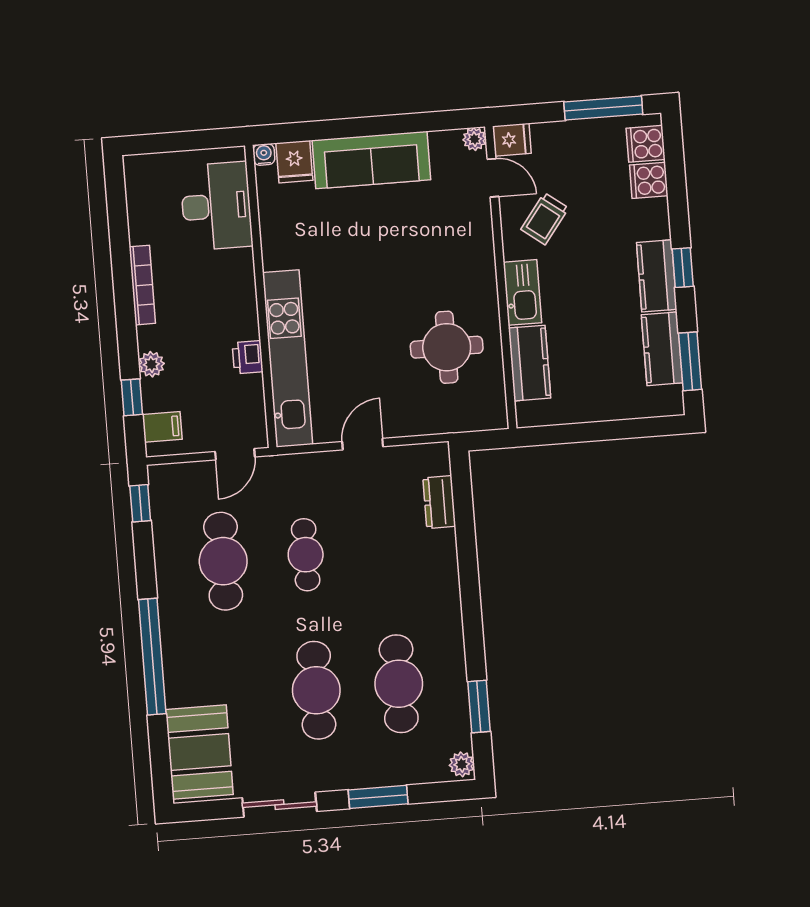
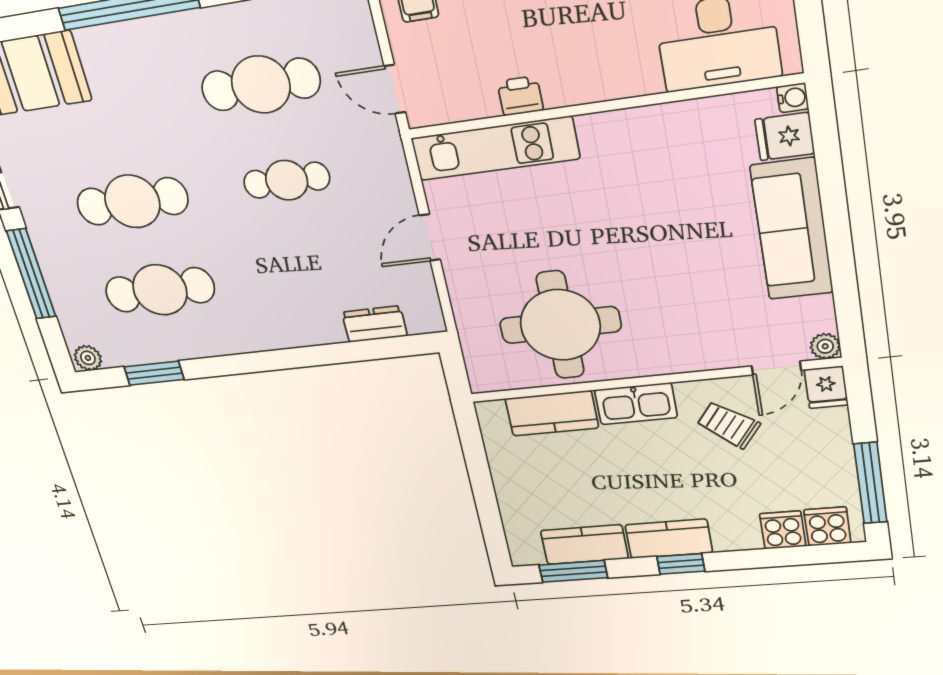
round table: (447, 347) -> (560, 325), width x1.36, depth x1.36
kitchen unit: (288, 358) -> (495, 148), width x0.73
door: (363, 444) -> (430, 237), swing flipped
window: (378, 797) -> (31, 274), width x1.44

